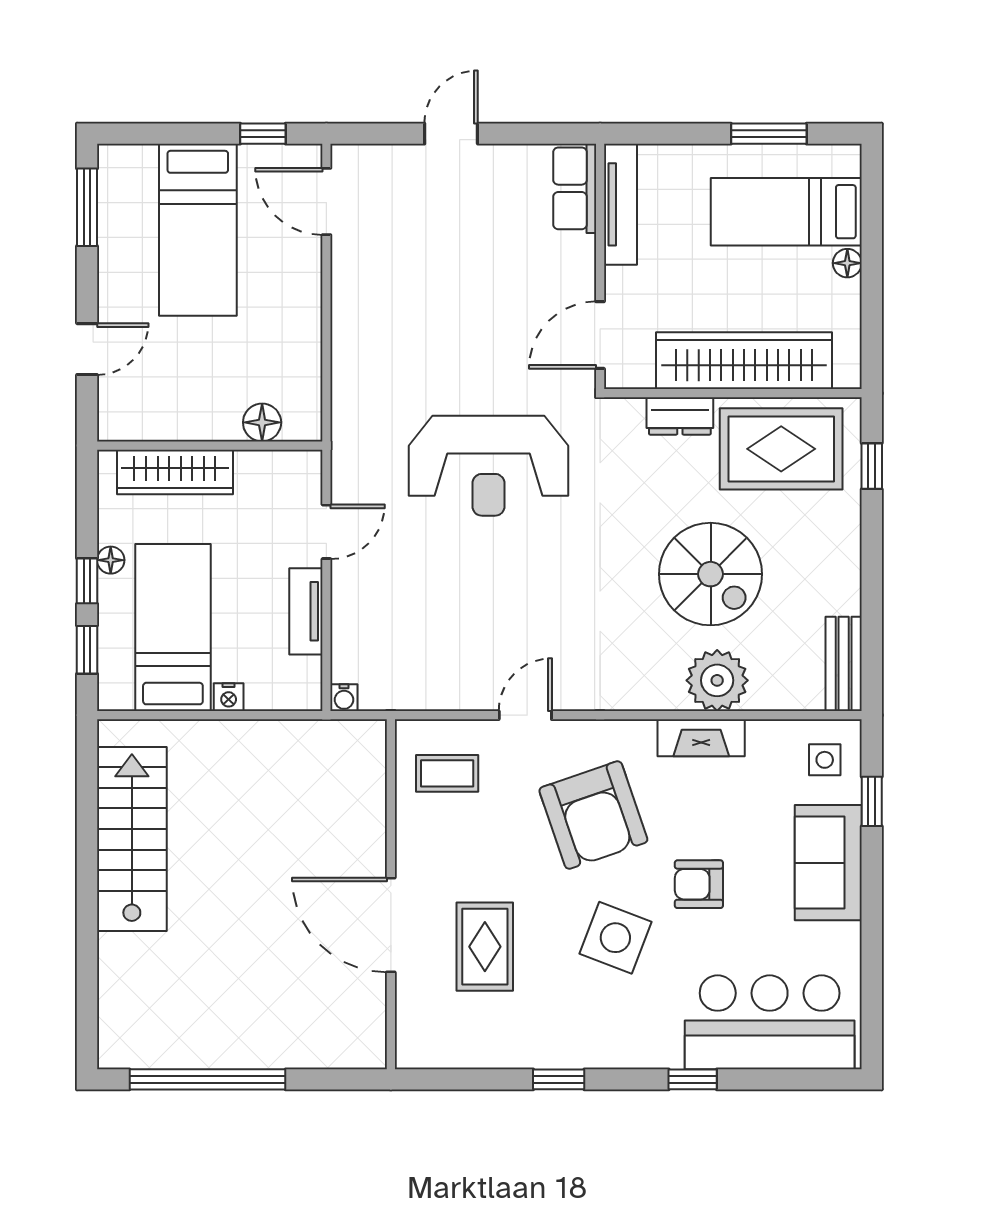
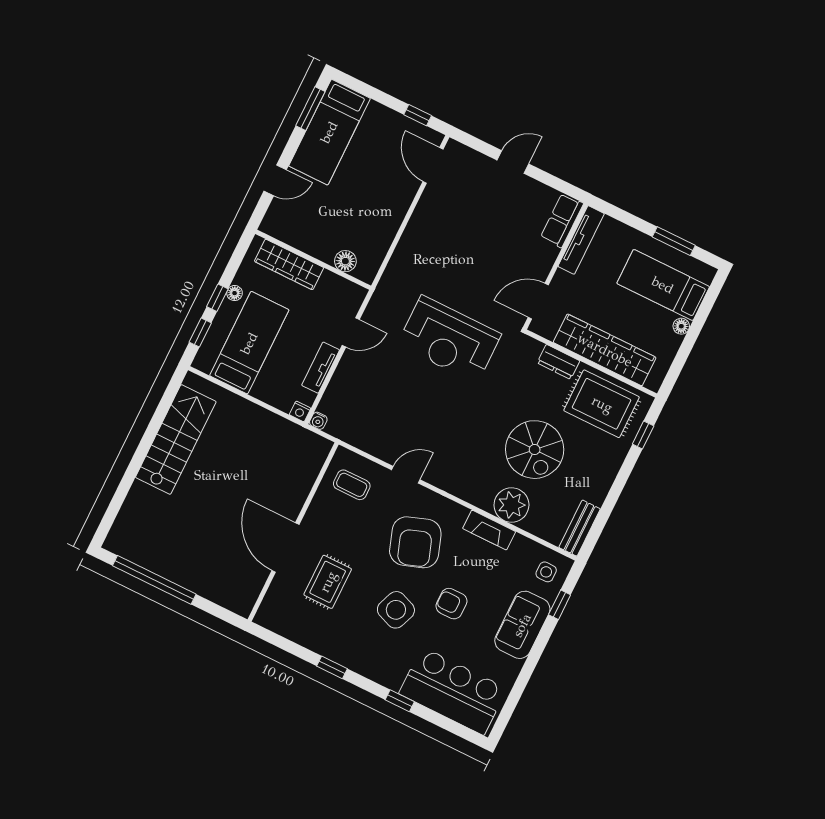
bed: (198, 230) -> (329, 132), moved
nightstand: (229, 697) -> (300, 411), moved

